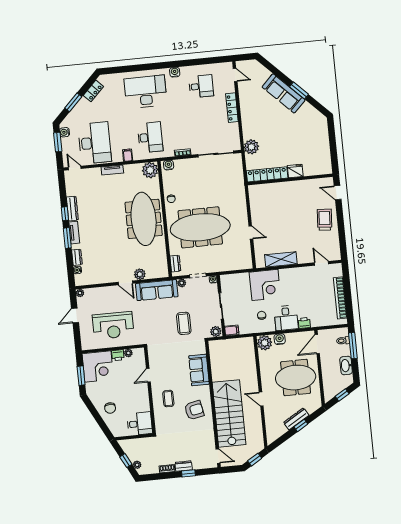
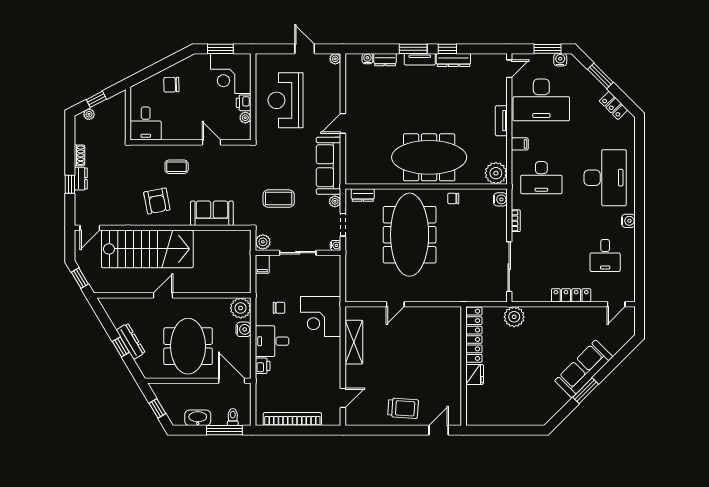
plant: (140, 274) -> (353, 144), removed

